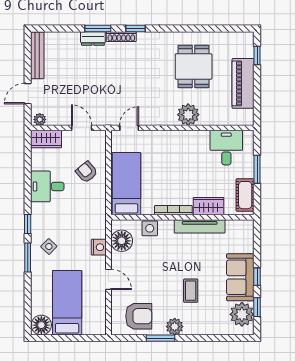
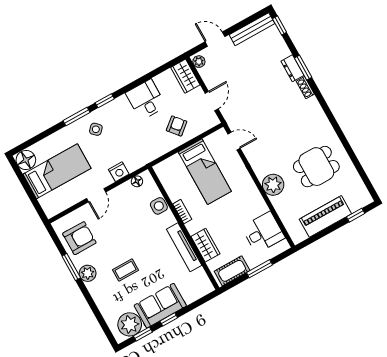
window: (135, 29) -> (280, 26), moved
shoe rack: (121, 37) -> (305, 88), width x0.70
bed: (126, 184) -> (205, 172), moved, turned 90
bookcase: (173, 210) -> (182, 212), width x0.64
floor lamp: (122, 241) -> (137, 181), width x0.53, depth x0.53
armchair: (139, 316) -> (79, 238), turned -90

